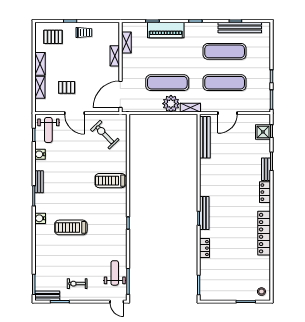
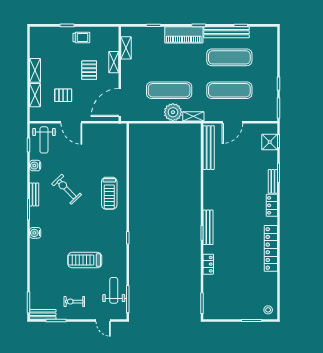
bench: (240, 27) -> (226, 32), moved
piano: (166, 30) -> (184, 35), moved
pallet: (53, 37) -> (89, 70), moved, turned 90
exercise bike: (105, 135) -> (67, 189), moved
treadmill: (110, 181) -> (109, 193), turned -90
treadmill: (71, 227) -> (85, 260), moved
door: (117, 302) -> (103, 320), moved

